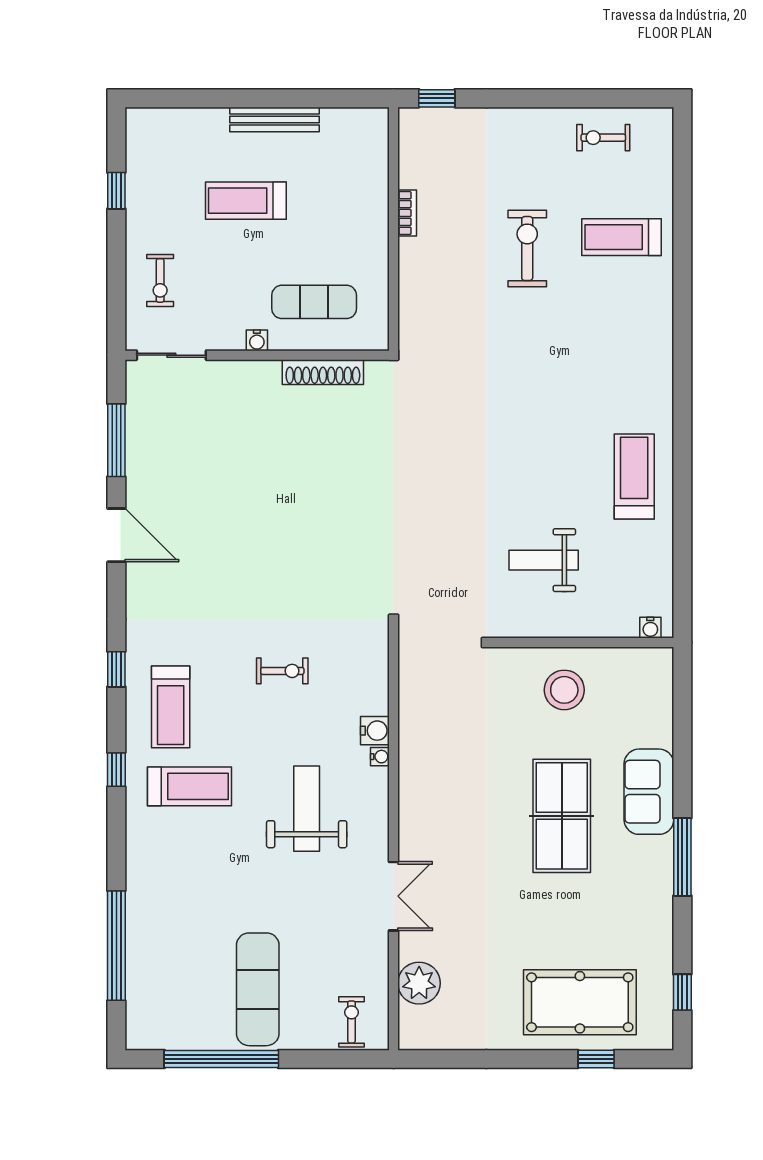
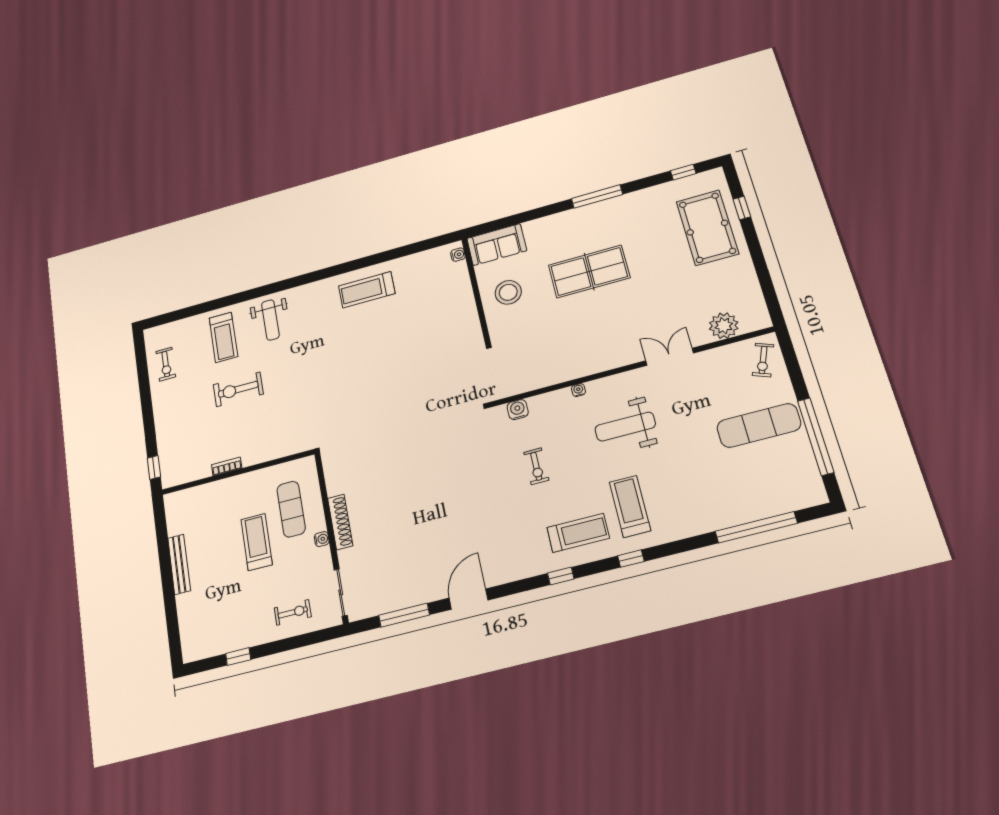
treadmill: (246, 201) -> (257, 542), moved, turned 180
shoe rack: (323, 372) -> (340, 522), moved
weight bench: (544, 560) -> (270, 320), moved
exercise bike: (282, 671) -> (536, 466), turned 180
water cooler: (375, 731) -> (518, 410), moved
sofa: (649, 792) -> (497, 245), moved
exercise bike: (352, 1022) -> (763, 360), turned -69

